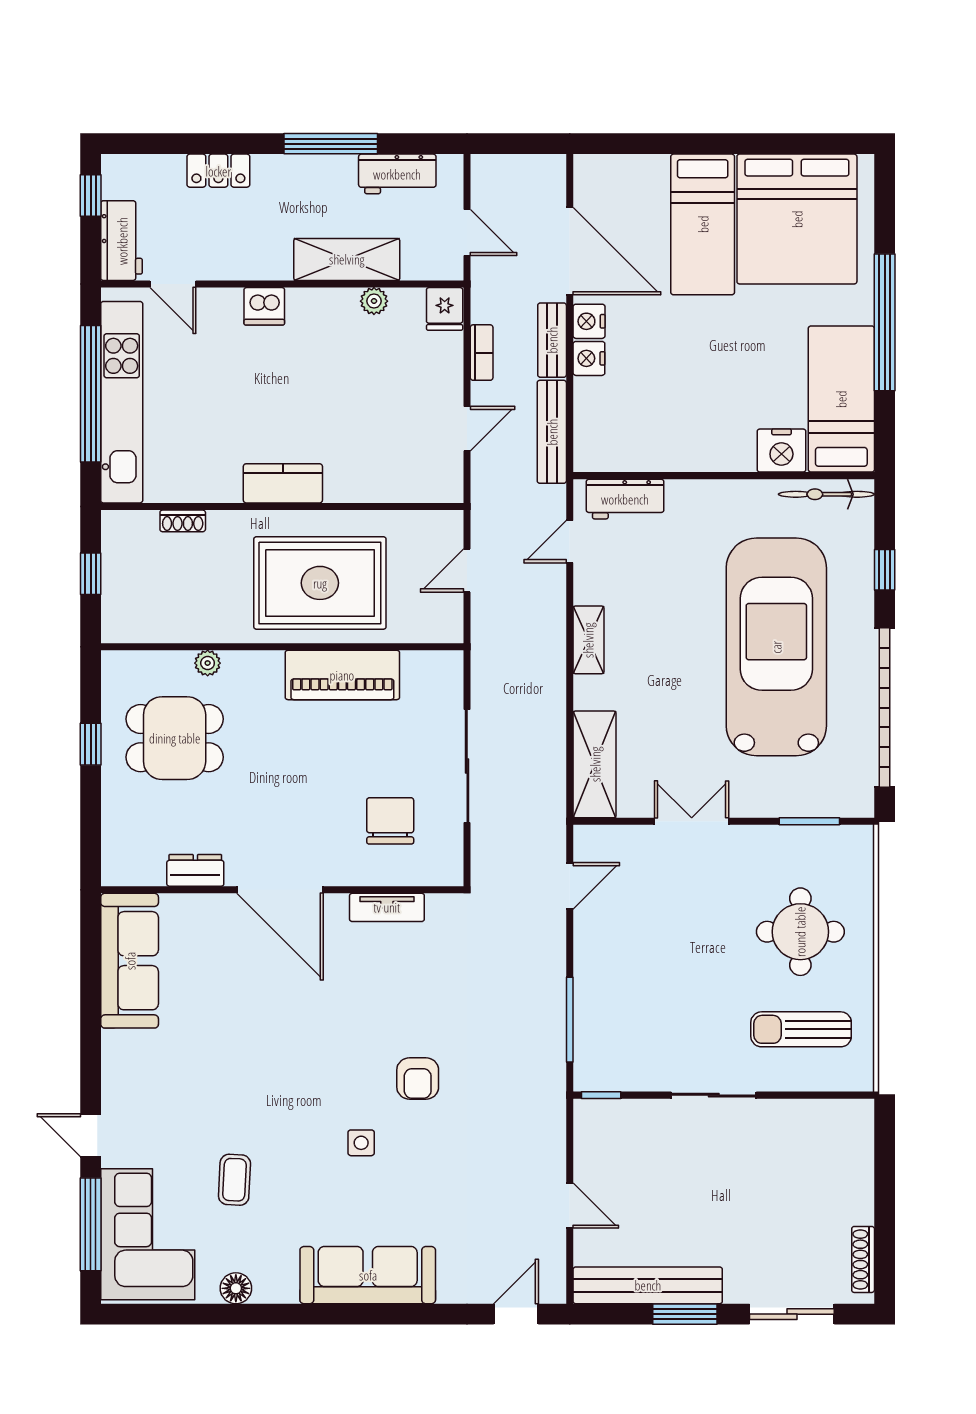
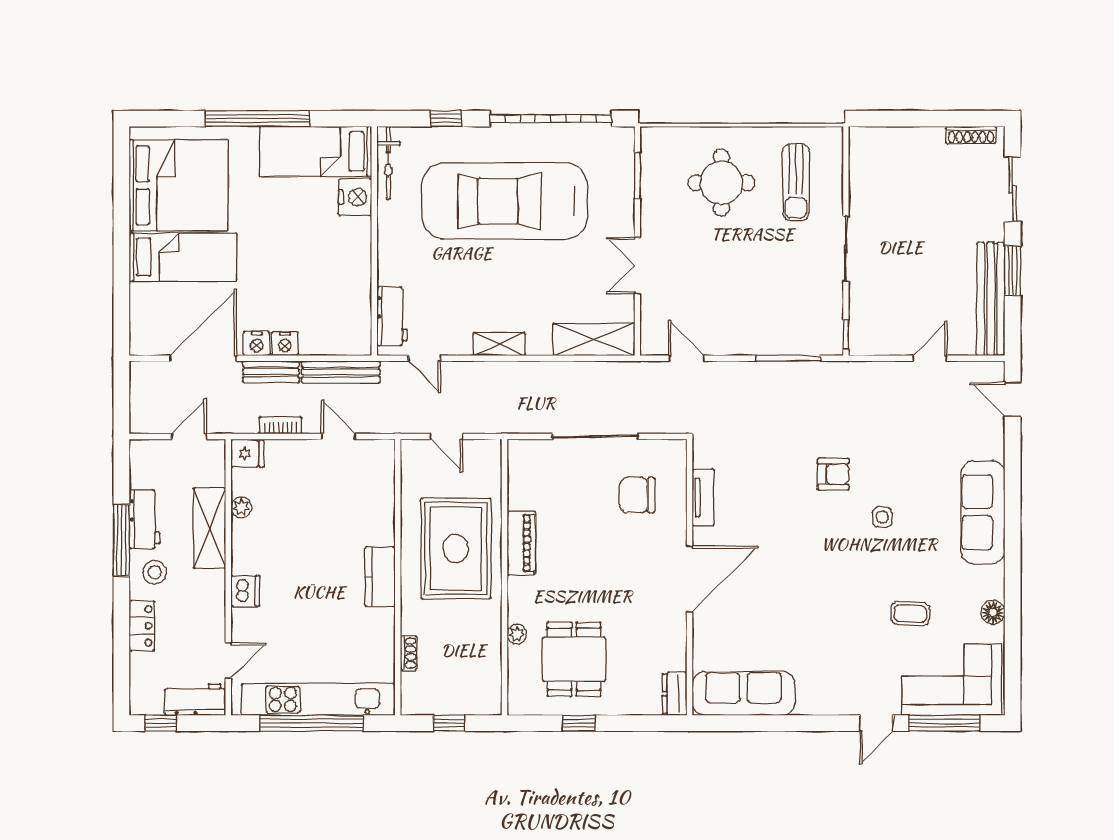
workbench: (397, 174) -> (144, 519), moved
stool: (289, 187) -> (155, 572), added
piano: (342, 675) -> (521, 543), width x0.73, depth x0.75
dresser: (195, 870) -> (675, 694), moved

